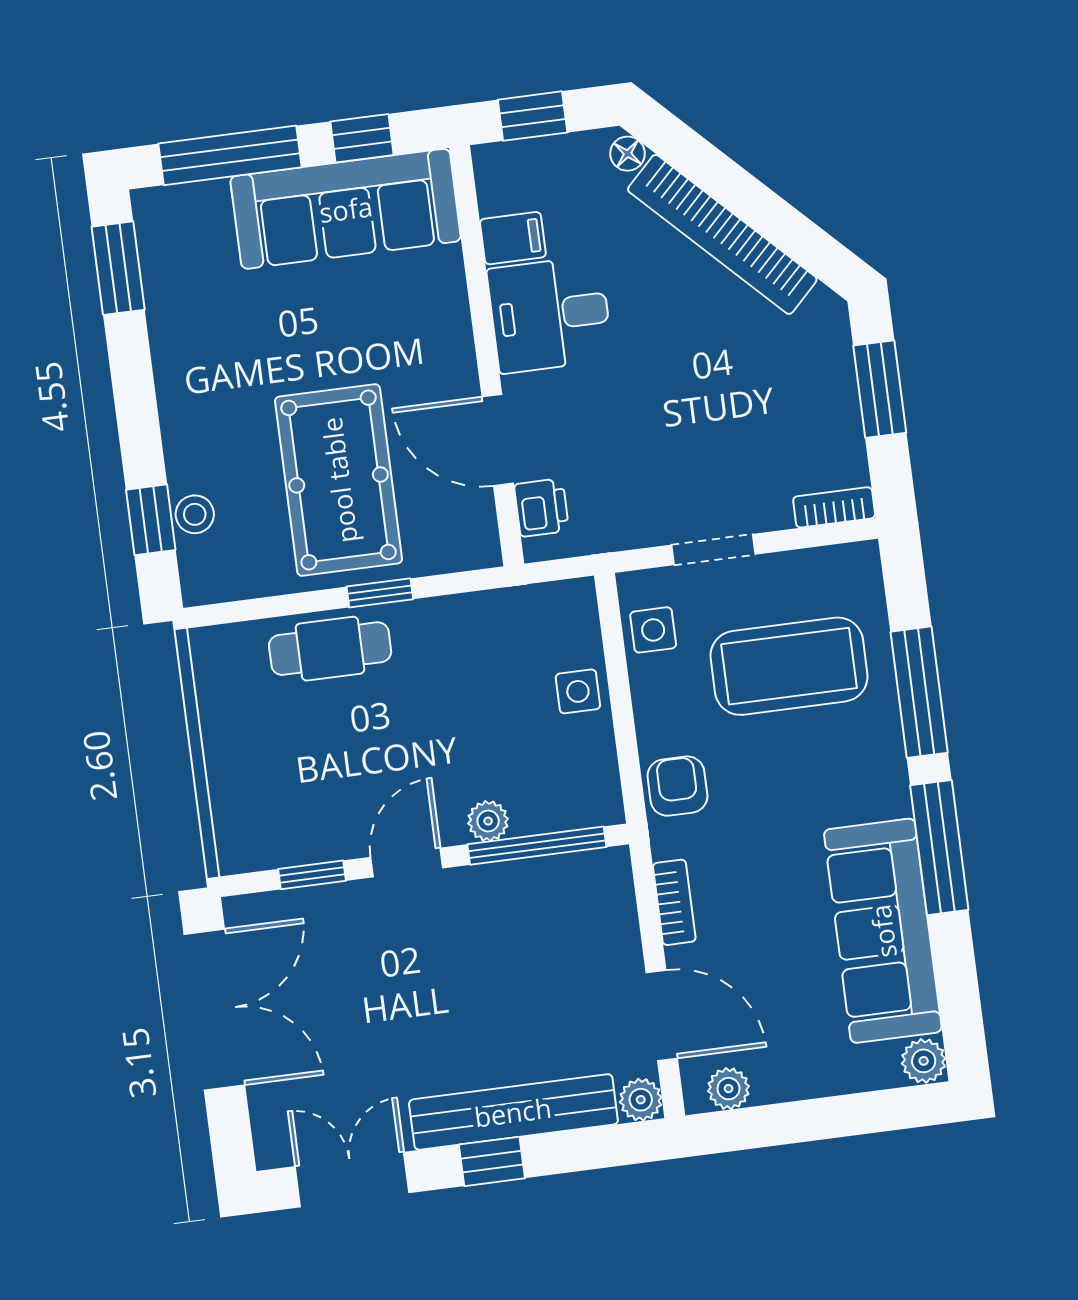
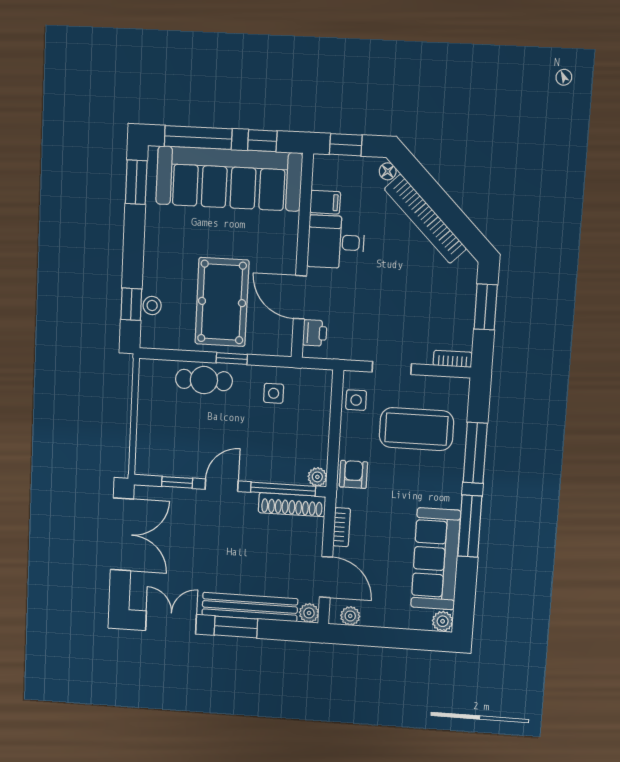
sofa: (346, 209) -> (229, 179), width x1.36, depth x1.27
side table: (578, 691) -> (274, 393), moved
plant: (488, 821) -> (317, 477), moved
shoe rack: (562, 875) -> (292, 505), added
window: (492, 1161) -> (236, 627), width x1.50

